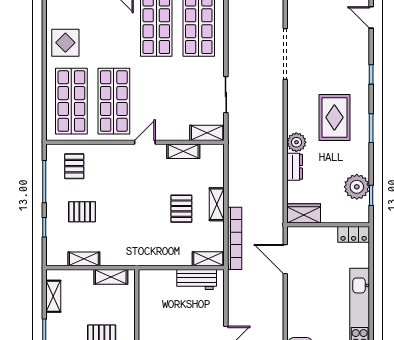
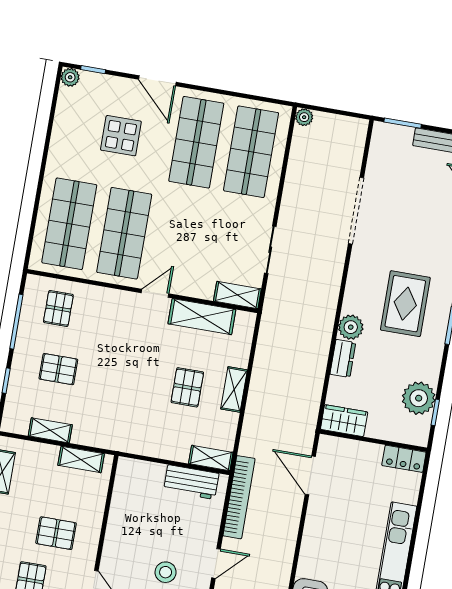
display table: (65, 43) -> (121, 136), moved
shelving: (183, 151) -> (202, 317), width x1.50, depth x1.33
bookcase: (235, 238) -> (239, 497), moved

